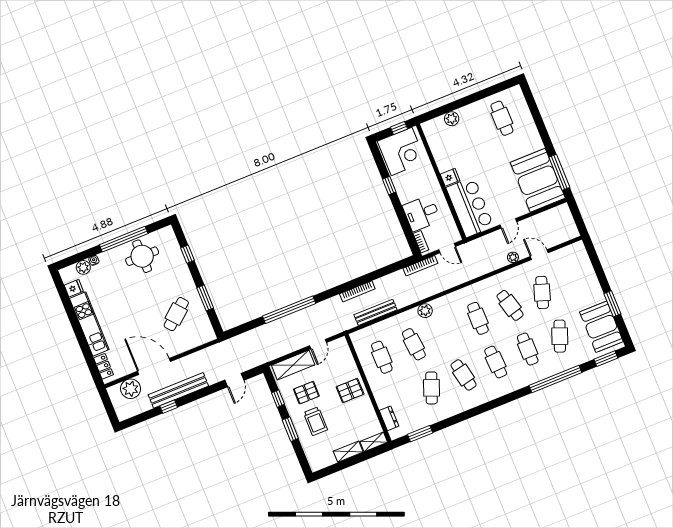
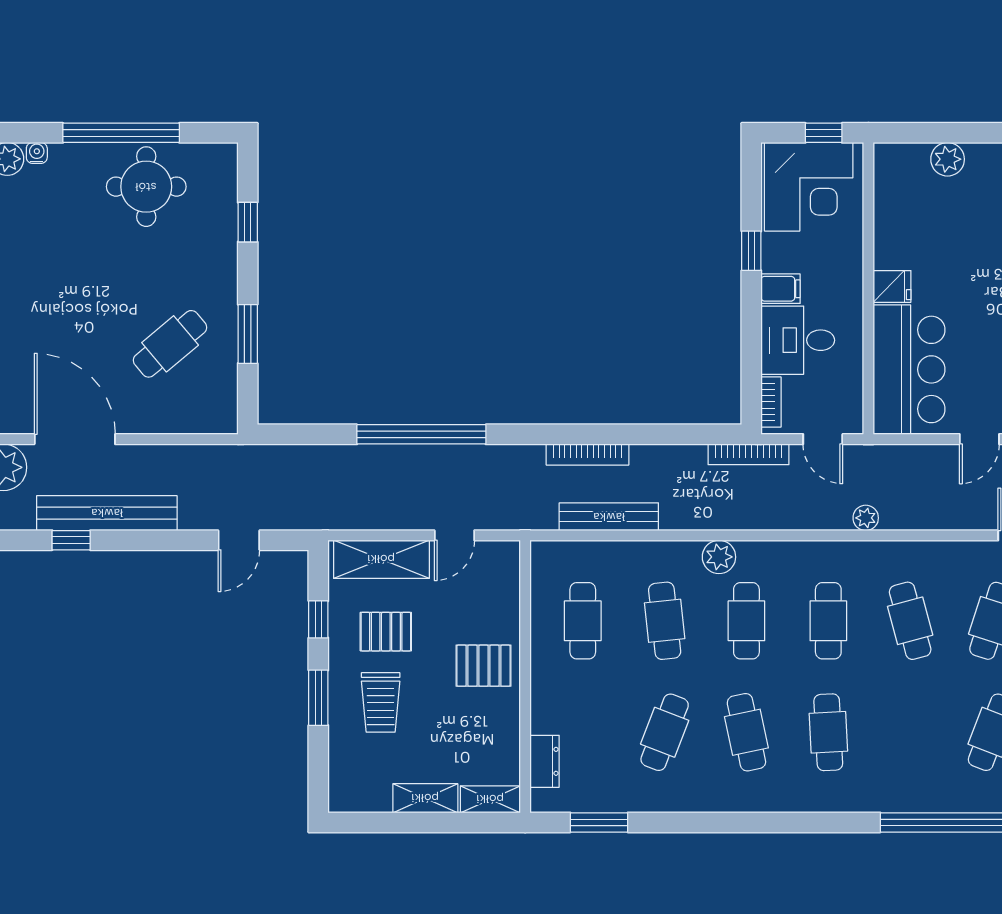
filing cabinet: (407, 196) -> (781, 289), added
plant: (513, 257) -> (866, 518), moved
cafe table: (528, 349) -> (746, 621), moved

